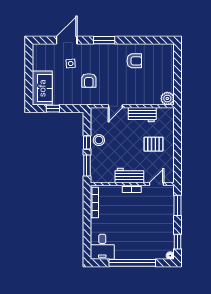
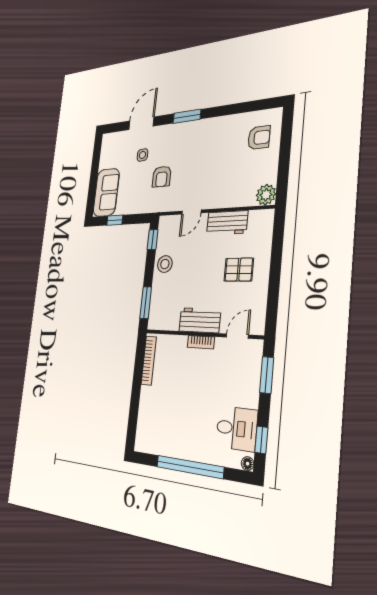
armchair: (134, 61) -> (259, 138), moved
window: (87, 143) -> (153, 240), moved
desk: (102, 247) -> (237, 428), moved, turned -90

